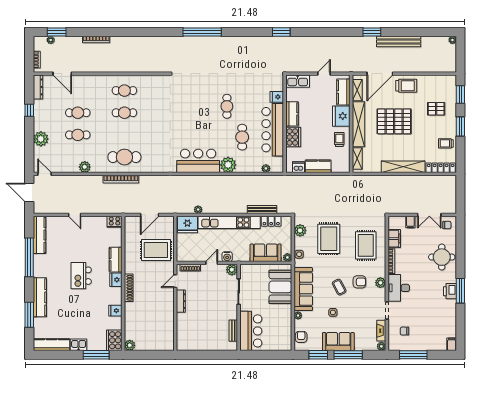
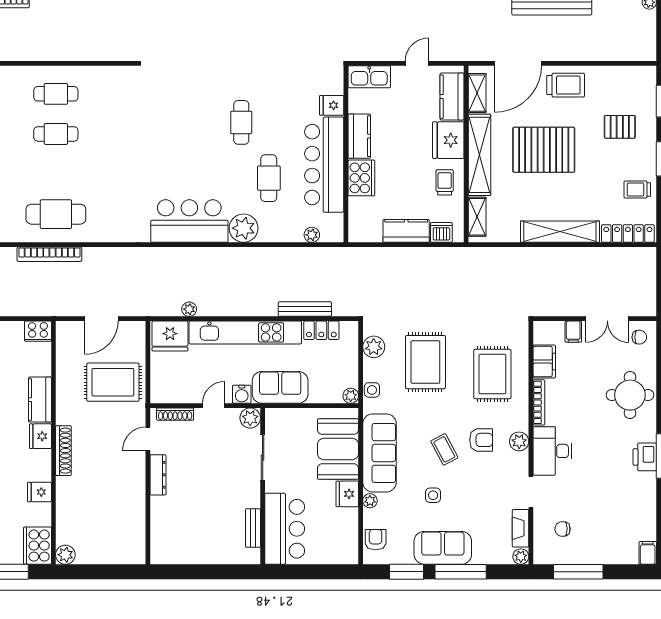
dishwasher: (299, 167) -> (441, 232), moved
sofa: (266, 253) -> (280, 387), moved
fridge: (285, 312) -> (347, 494), added

